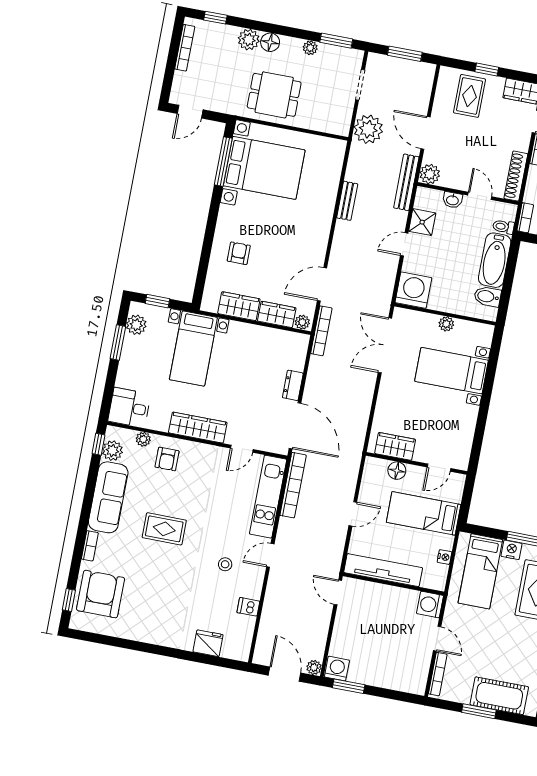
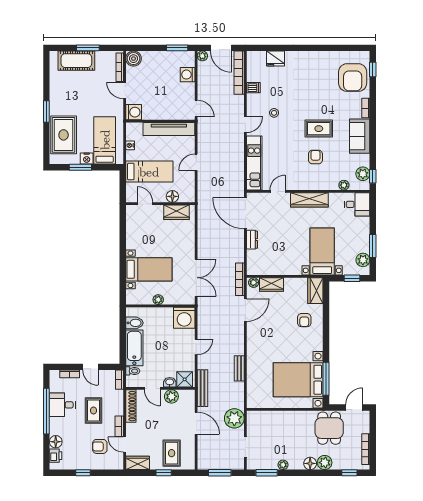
dining table: (274, 95) -> (329, 428), moved, turned 90
plant: (430, 174) -> (171, 396), moved
shower: (422, 222) -> (185, 379), moved
wardrobe: (239, 306) -> (315, 291), moved, turned 90
armchair: (167, 459) -> (315, 157), moved
door: (439, 468) -> (145, 204), hinge flipped
bookcase: (293, 485) -> (239, 73), moved
sofa: (108, 497) -> (360, 136), width x0.73
washing machine: (337, 669) -> (188, 75), moved, turned 90
boiler: (415, 683) -> (133, 59), added

